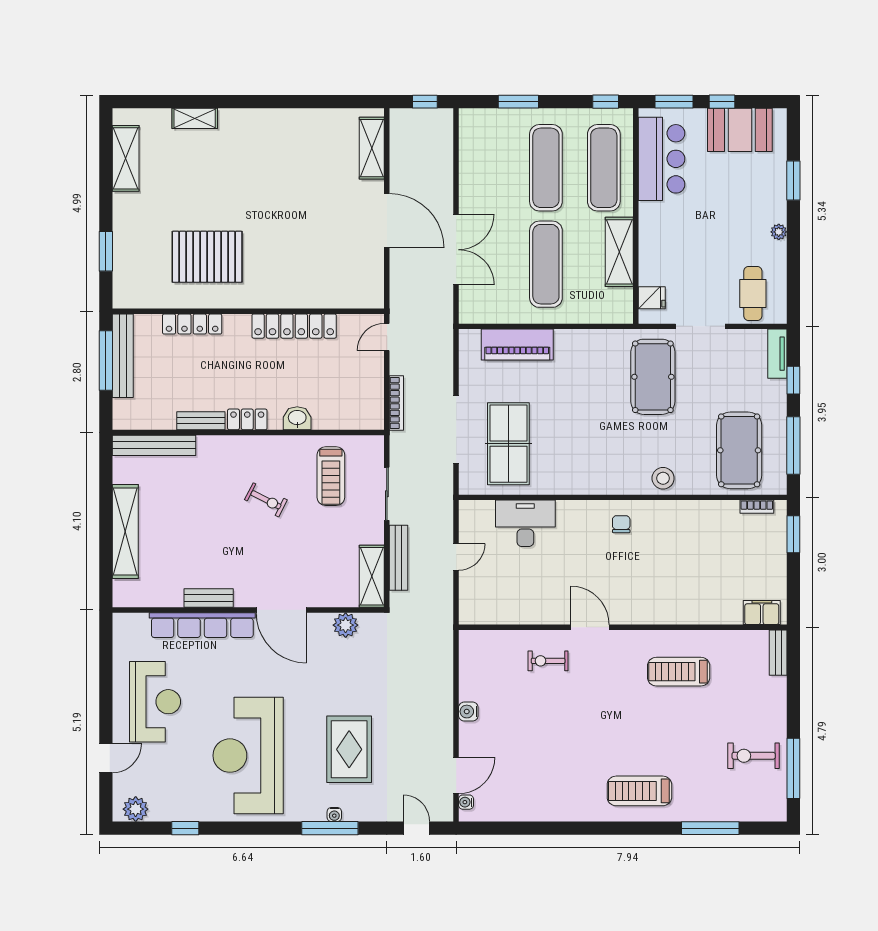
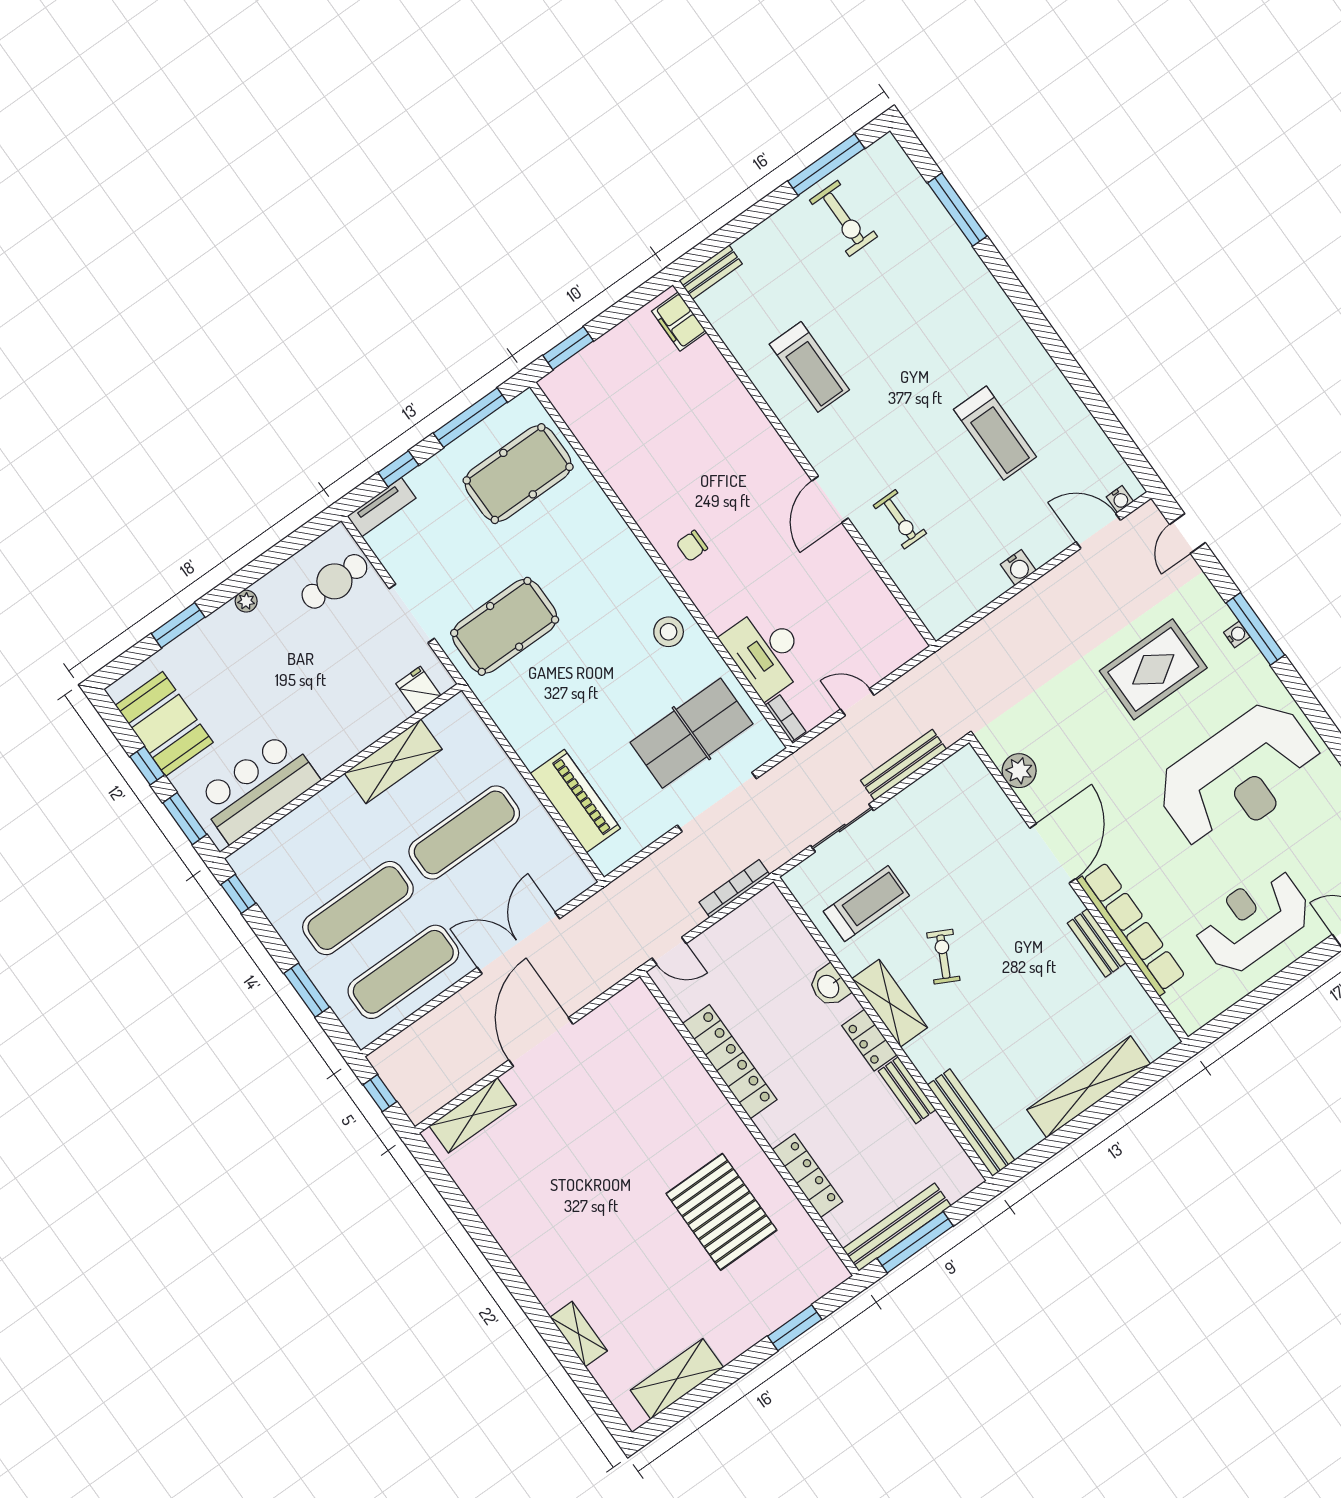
exercise mat: (604, 168) -> (403, 972), moved
stool: (663, 478) -> (669, 632), moved
bookcase: (757, 507) -> (786, 718), moved
shelving: (372, 576) -> (890, 1003), moved, turned 90
treadmill: (639, 791) -> (995, 433), moved

